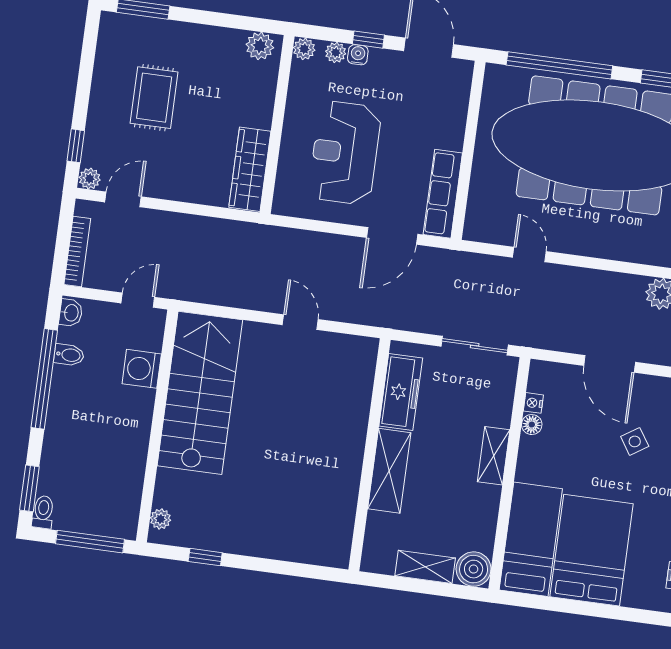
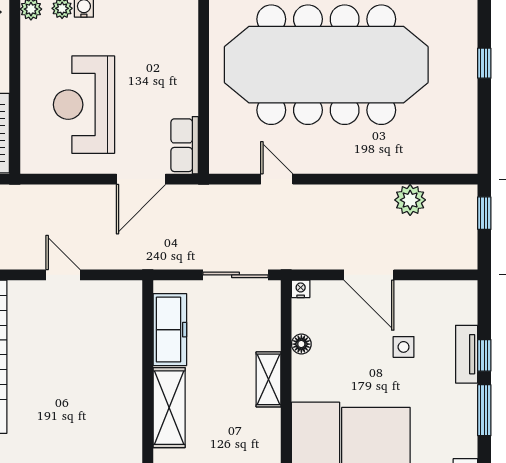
row of seats: (443, 194) -> (185, 145), width x0.68
nightstand: (533, 403) -> (301, 289), moved, turned 90
side table: (635, 441) -> (404, 347), turned 33

